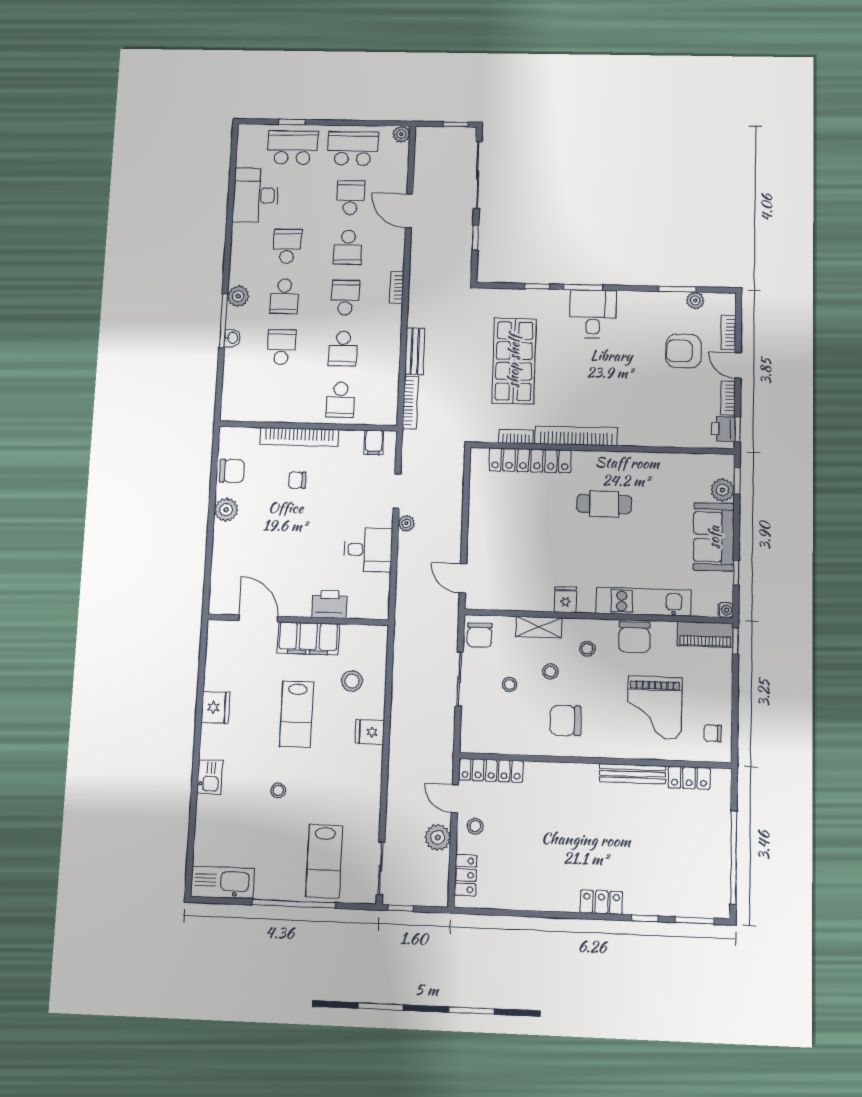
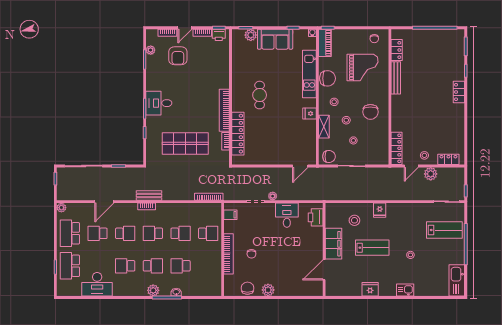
bench: (415, 351) -> (149, 195), moved
printer: (329, 604) -> (316, 217), moved

